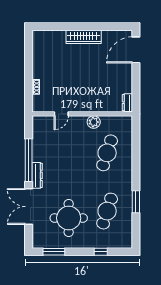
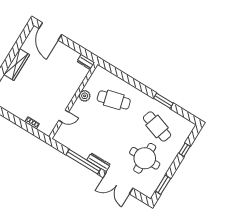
door: (61, 114) -> (64, 116), hinge flipped
cafe table: (107, 153) -> (114, 100), turned -33

